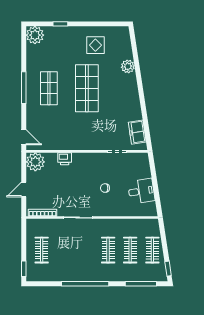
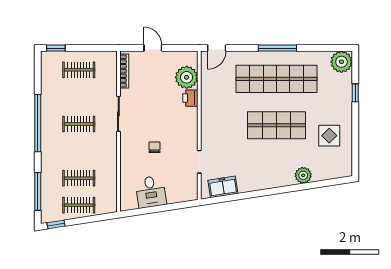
shop shelf: (49, 88) -> (277, 79), width x2.00, depth x1.36
plant: (35, 162) -> (187, 77), moved
clothes rail: (108, 250) -> (79, 124), moved

